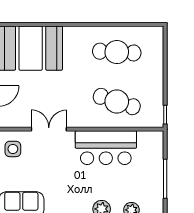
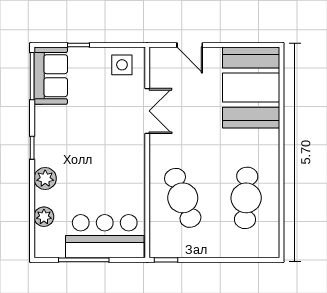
cafe table: (117, 102) -> (183, 198), turned -39
bar counter: (106, 148) -> (105, 236), moved, turned 90

